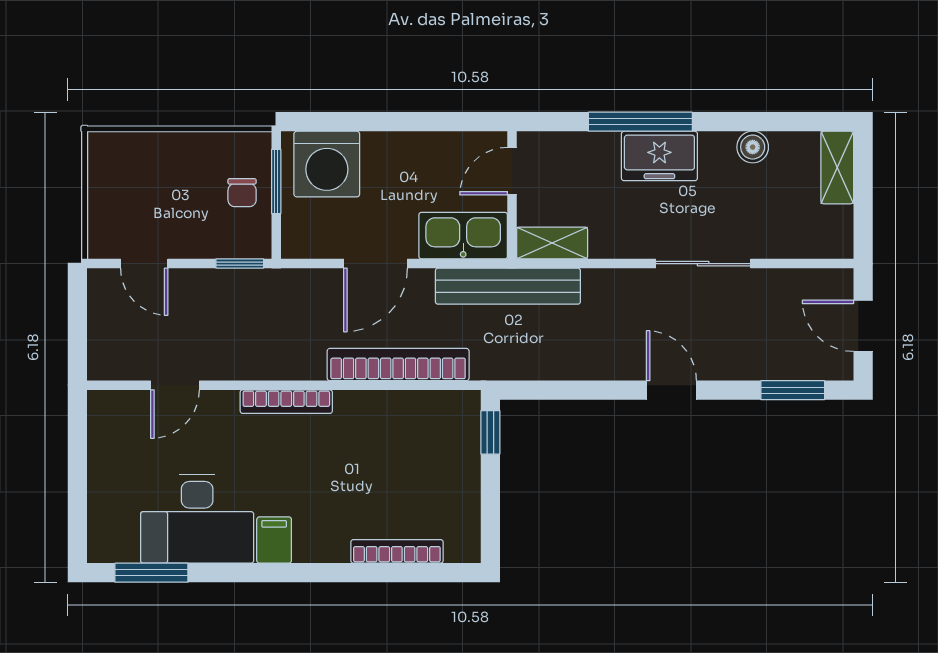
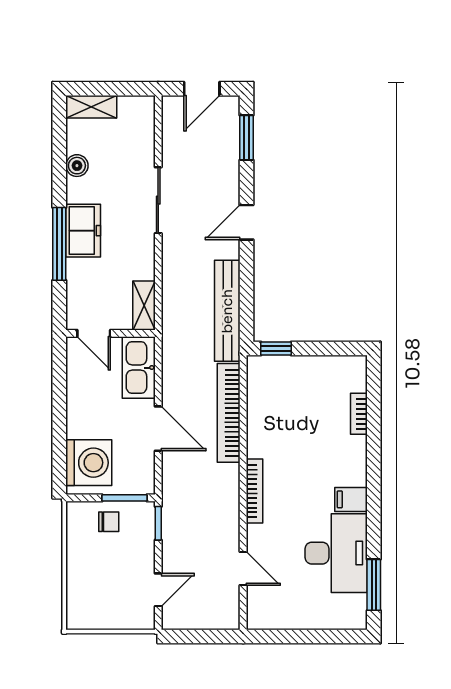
window: (276, 182) -> (124, 498), moved
bench: (508, 286) -> (227, 311), moved
bookcase: (397, 551) -> (359, 414), width x0.64

